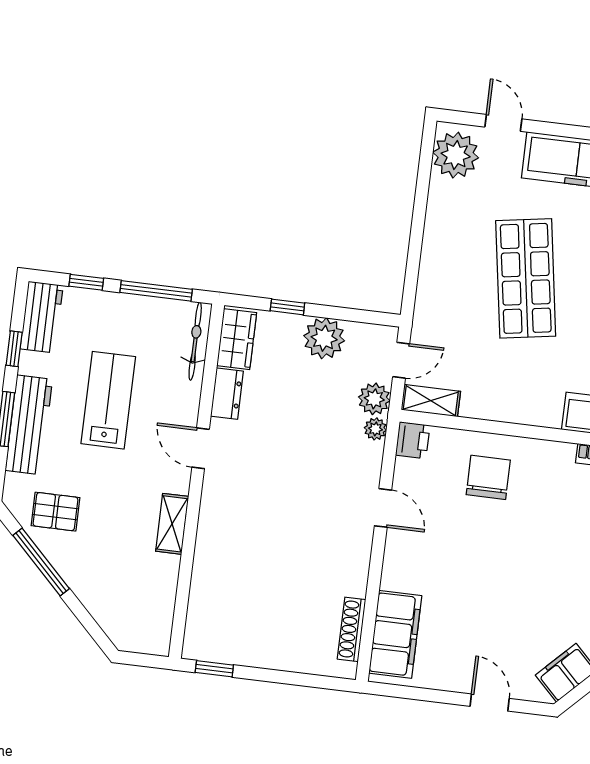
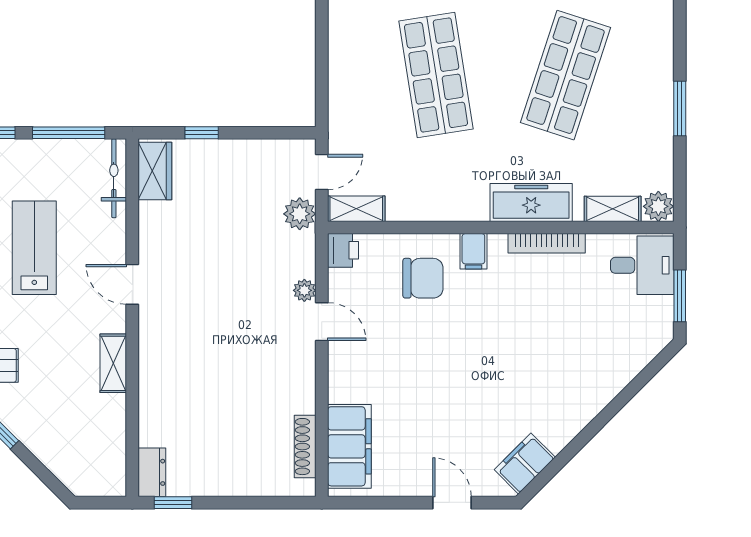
plant: (324, 338) -> (242, 159), removed
dresser: (227, 394) -> (152, 472), moved
plant: (375, 429) -> (304, 290), moved
filing cabinet: (541, 457) -> (473, 251), added
chair: (488, 477) -> (423, 278), turned 90

